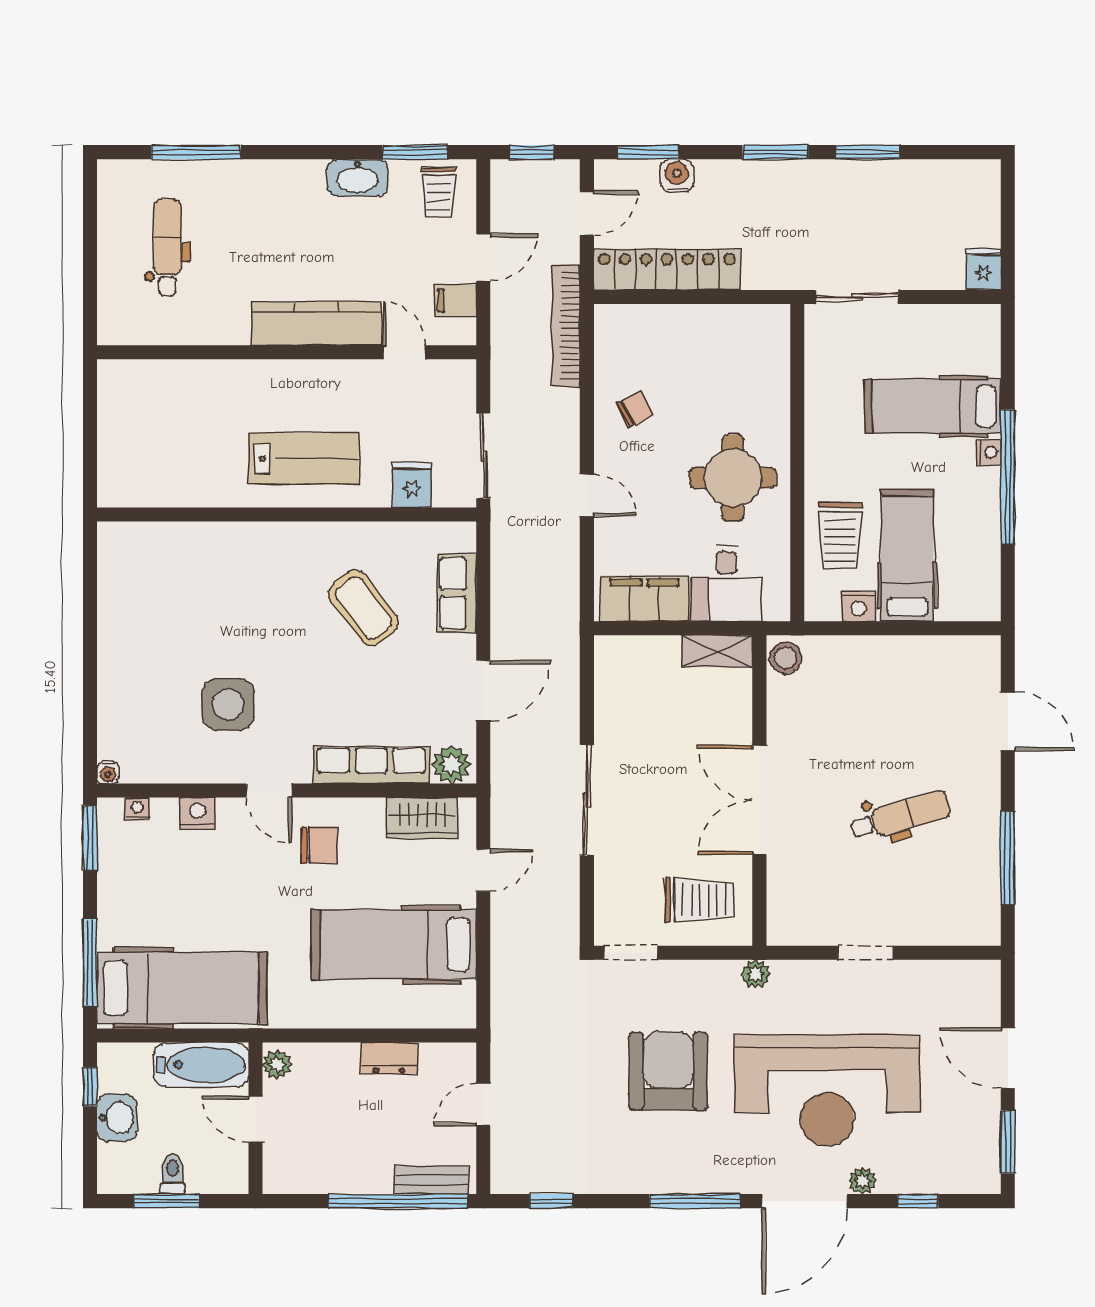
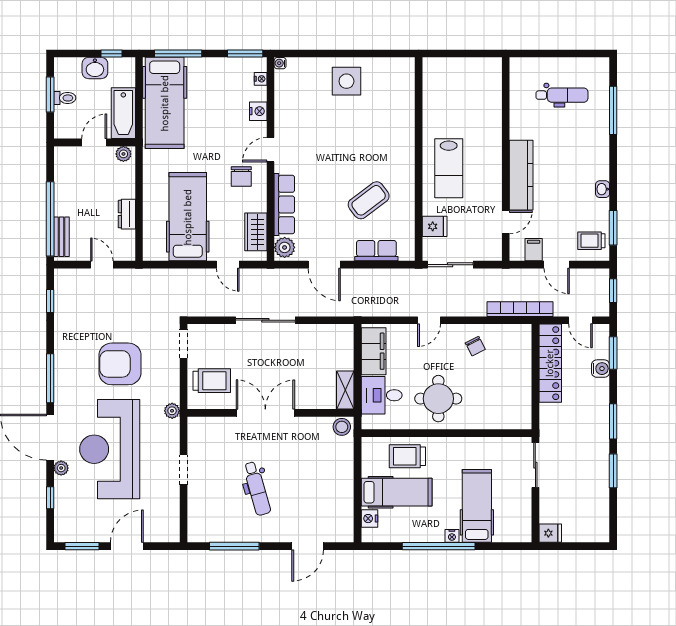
washbasin: (357, 178) -> (603, 189), width x0.52, depth x0.69
nightstand: (858, 606) -> (369, 519), moved
side table: (228, 704) -> (346, 81), moved
trolley: (699, 900) -> (212, 381), turned -90
armchair: (668, 1071) -> (120, 364), turned 180

